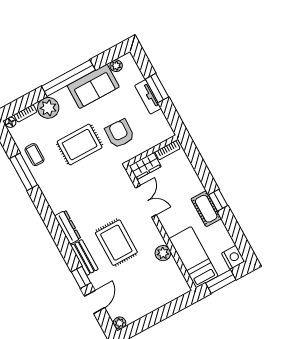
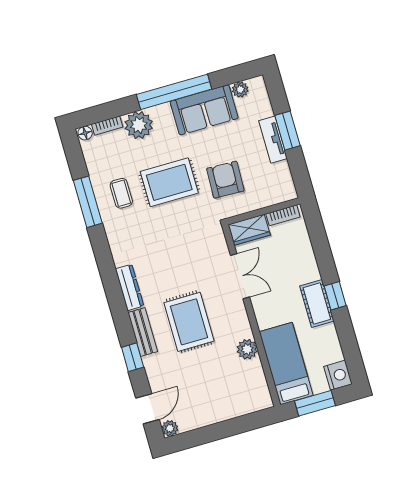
coffee table: (35, 155) -> (121, 193), moved
door: (94, 302) -> (147, 409), moved

